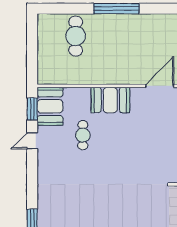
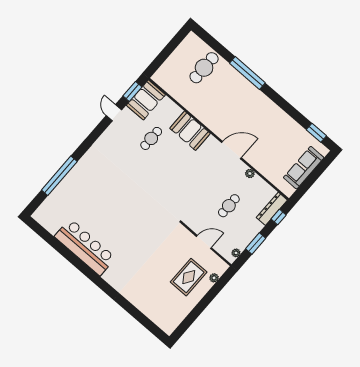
door: (32, 141) -> (114, 113), hinge flipped

